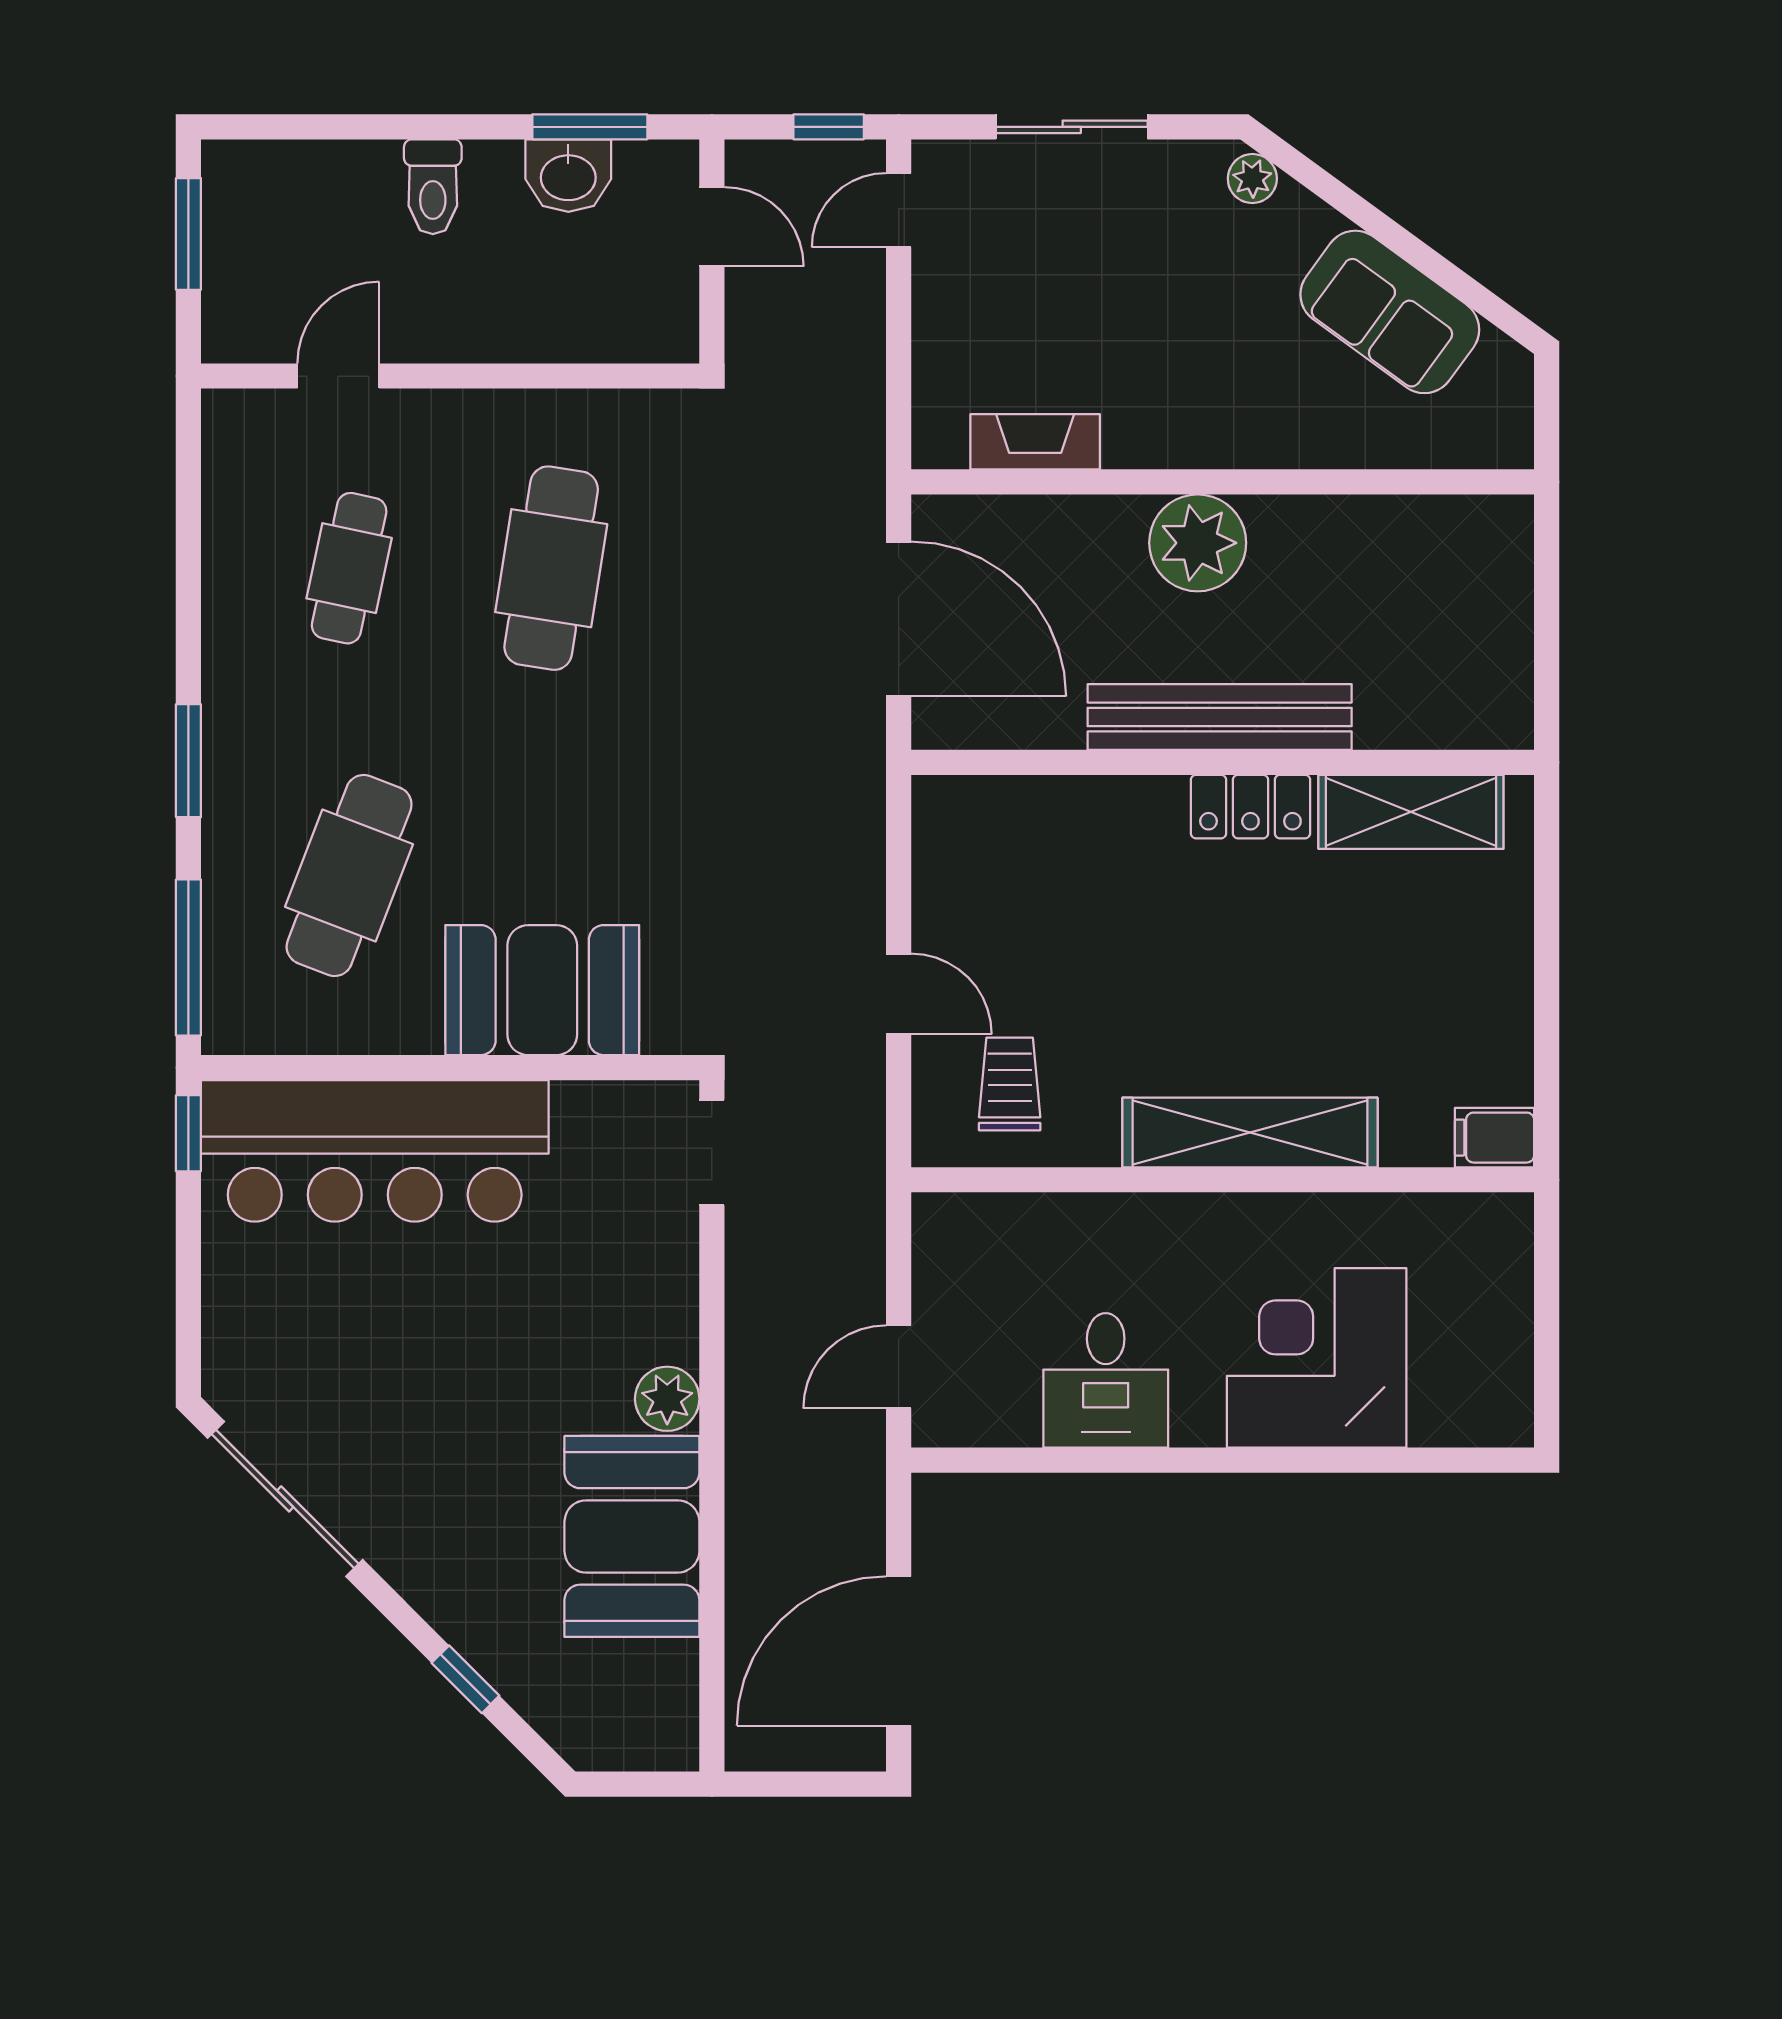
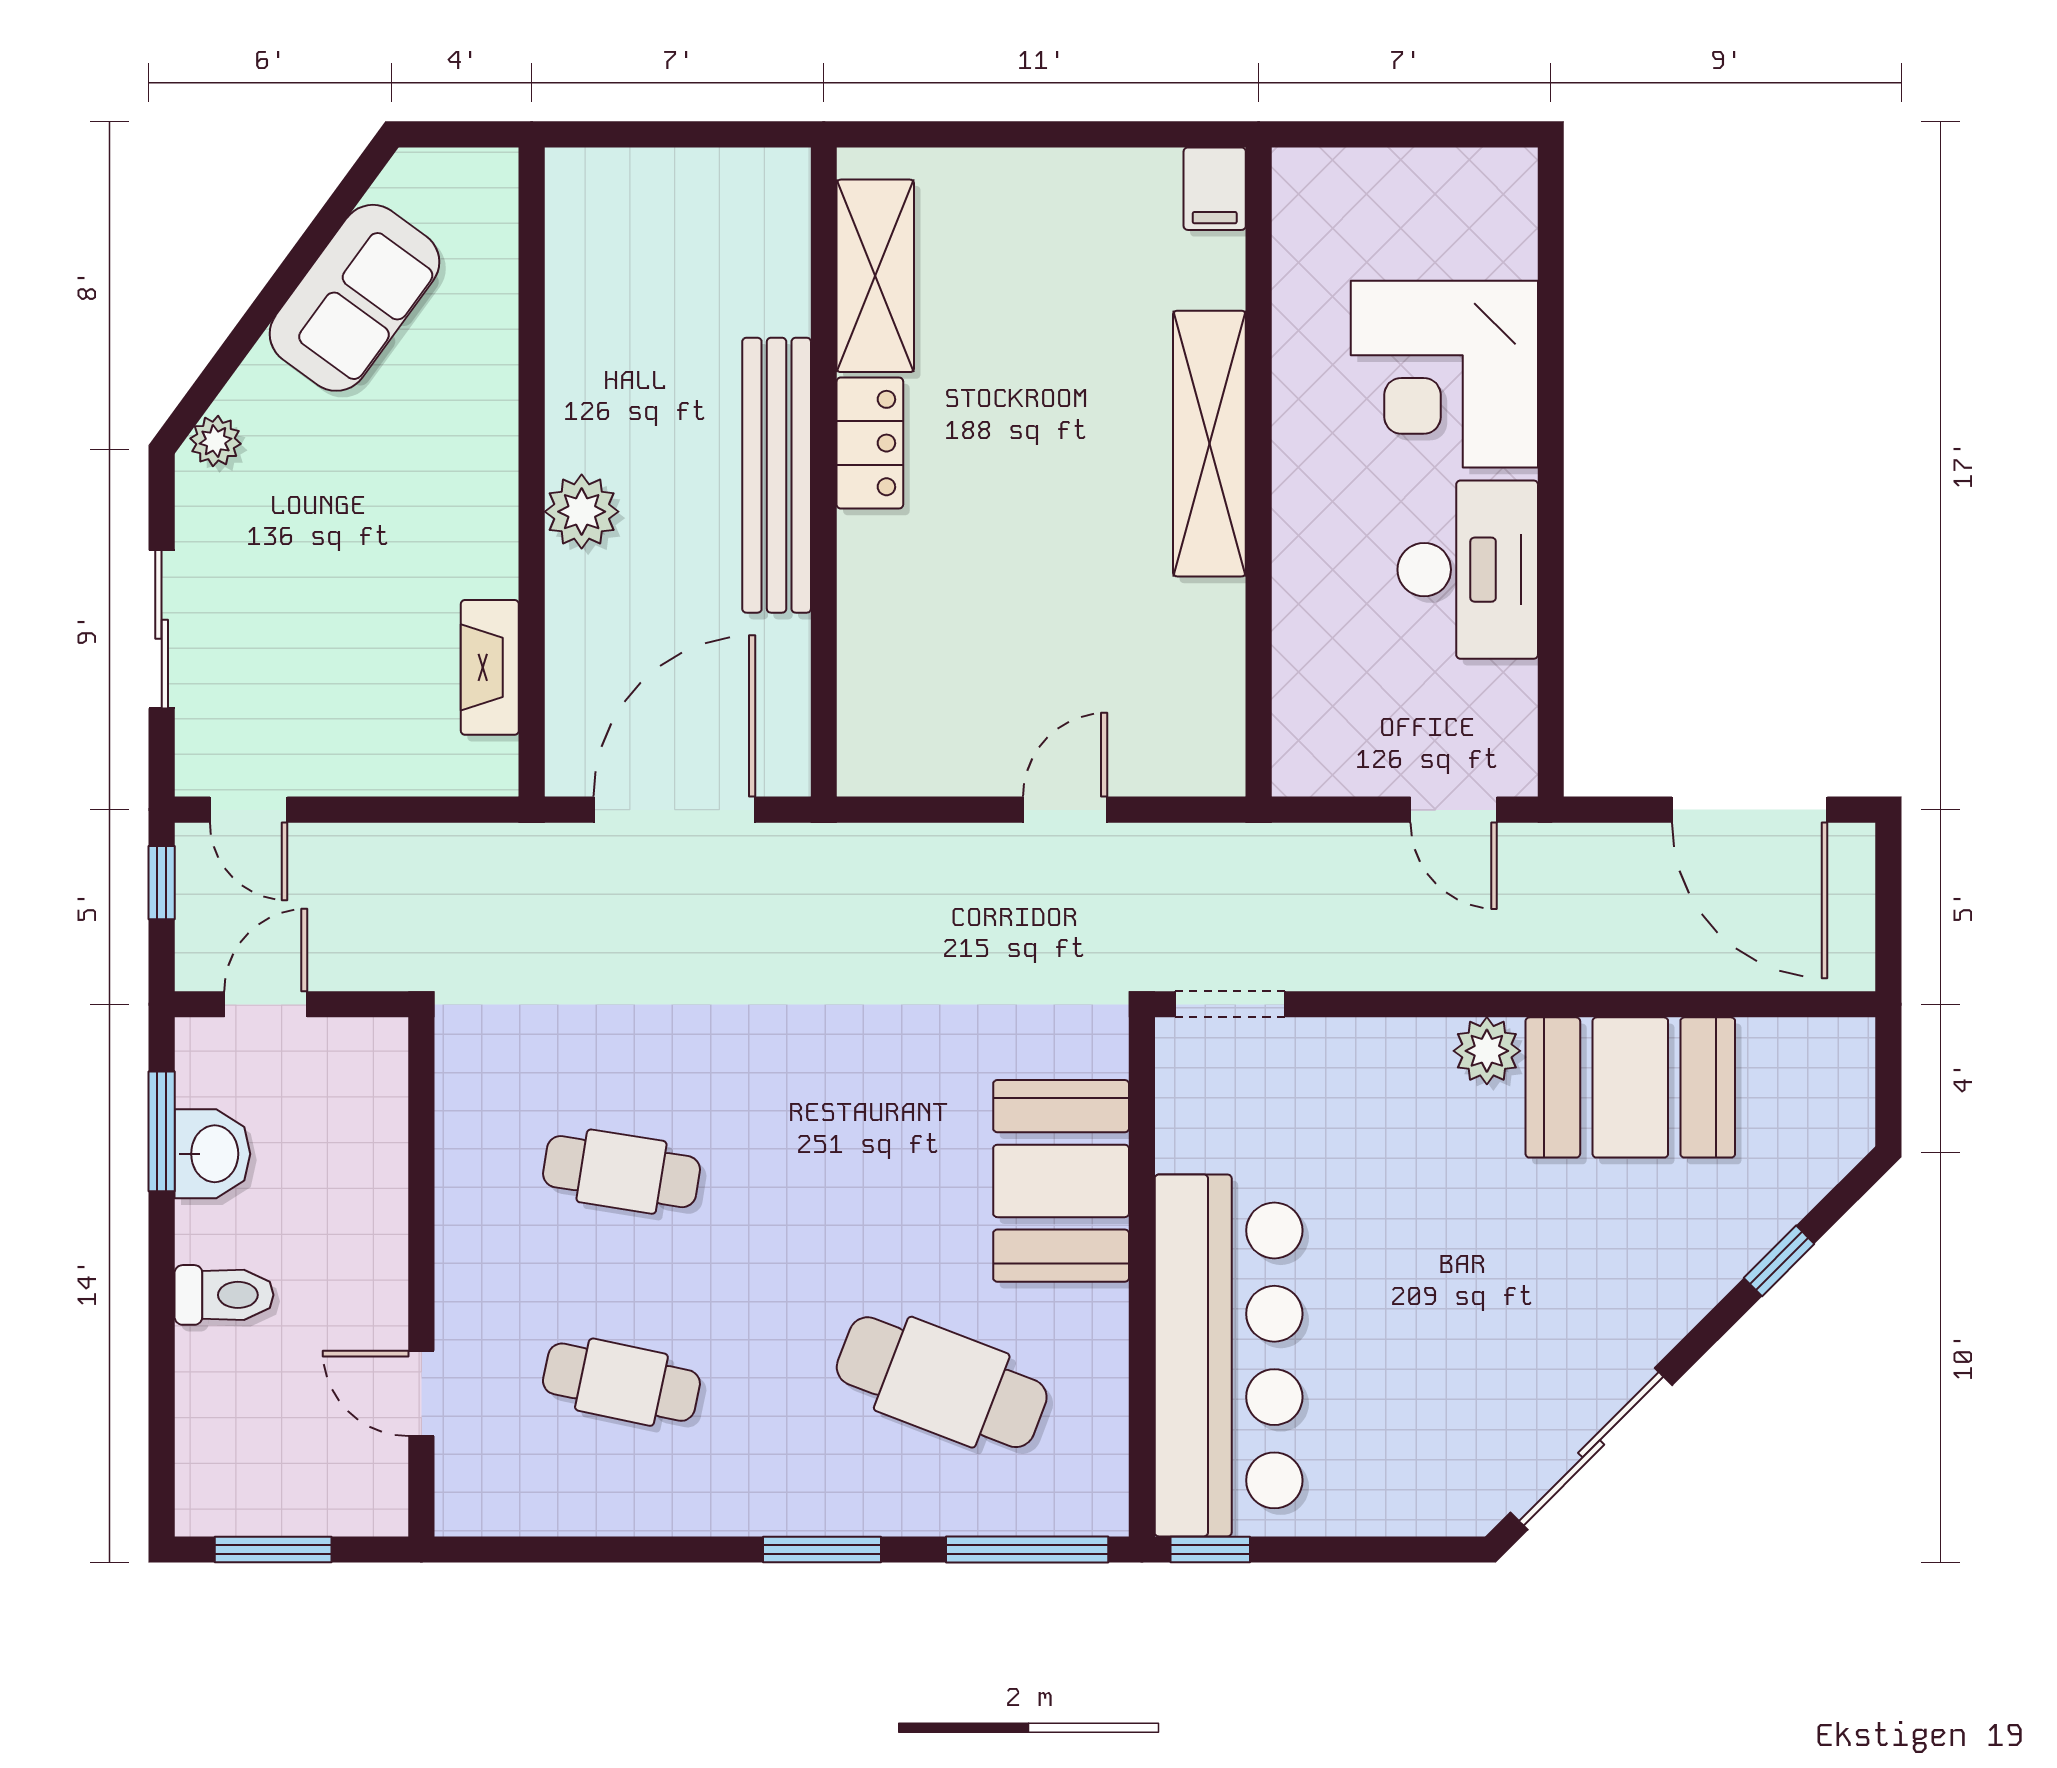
plant: (1198, 543) -> (582, 512), width x0.73, depth x0.73
cafe table: (551, 568) -> (621, 1172), width x0.73, depth x0.74
trolley: (1010, 1084) -> (1159, 694), removed
desk: (1106, 1380) -> (1468, 570), width x1.37

